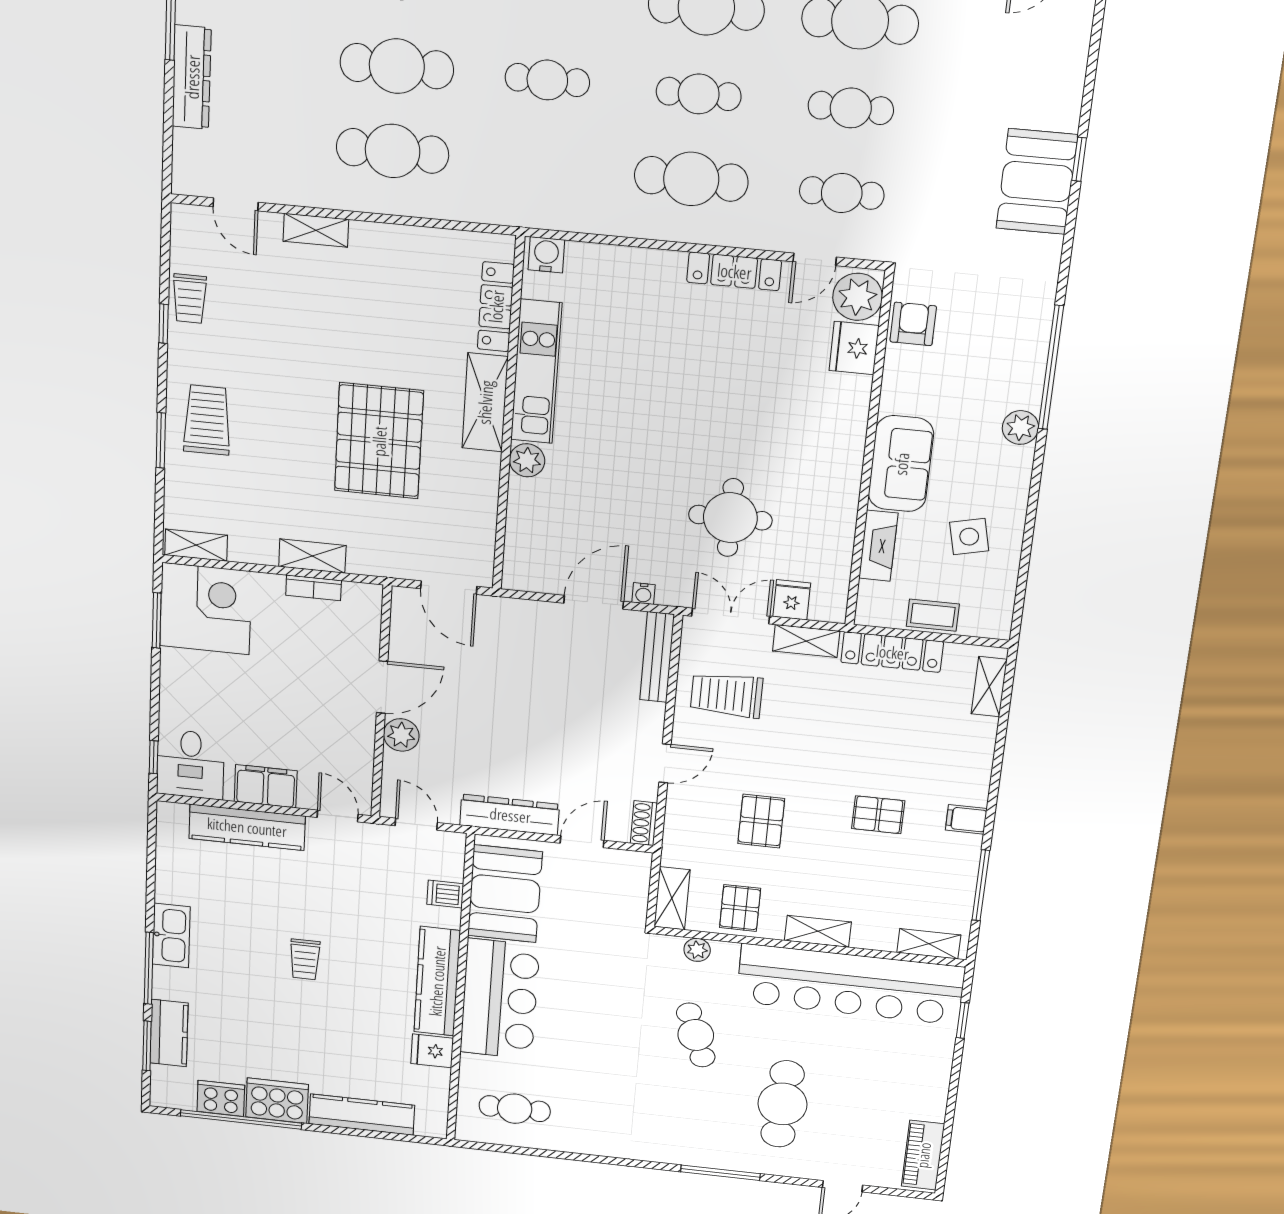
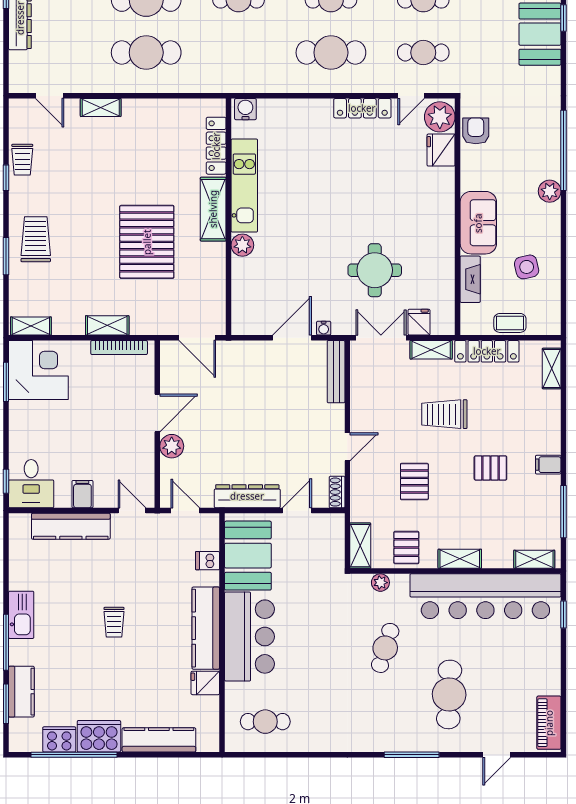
bookcase: (314, 588) -> (119, 348), width x1.56
trolley: (727, 695) -> (444, 414), moved
filing cabinet: (266, 786) -> (82, 494), width x0.50
cafe table: (696, 1035) -> (385, 648), turned 37

